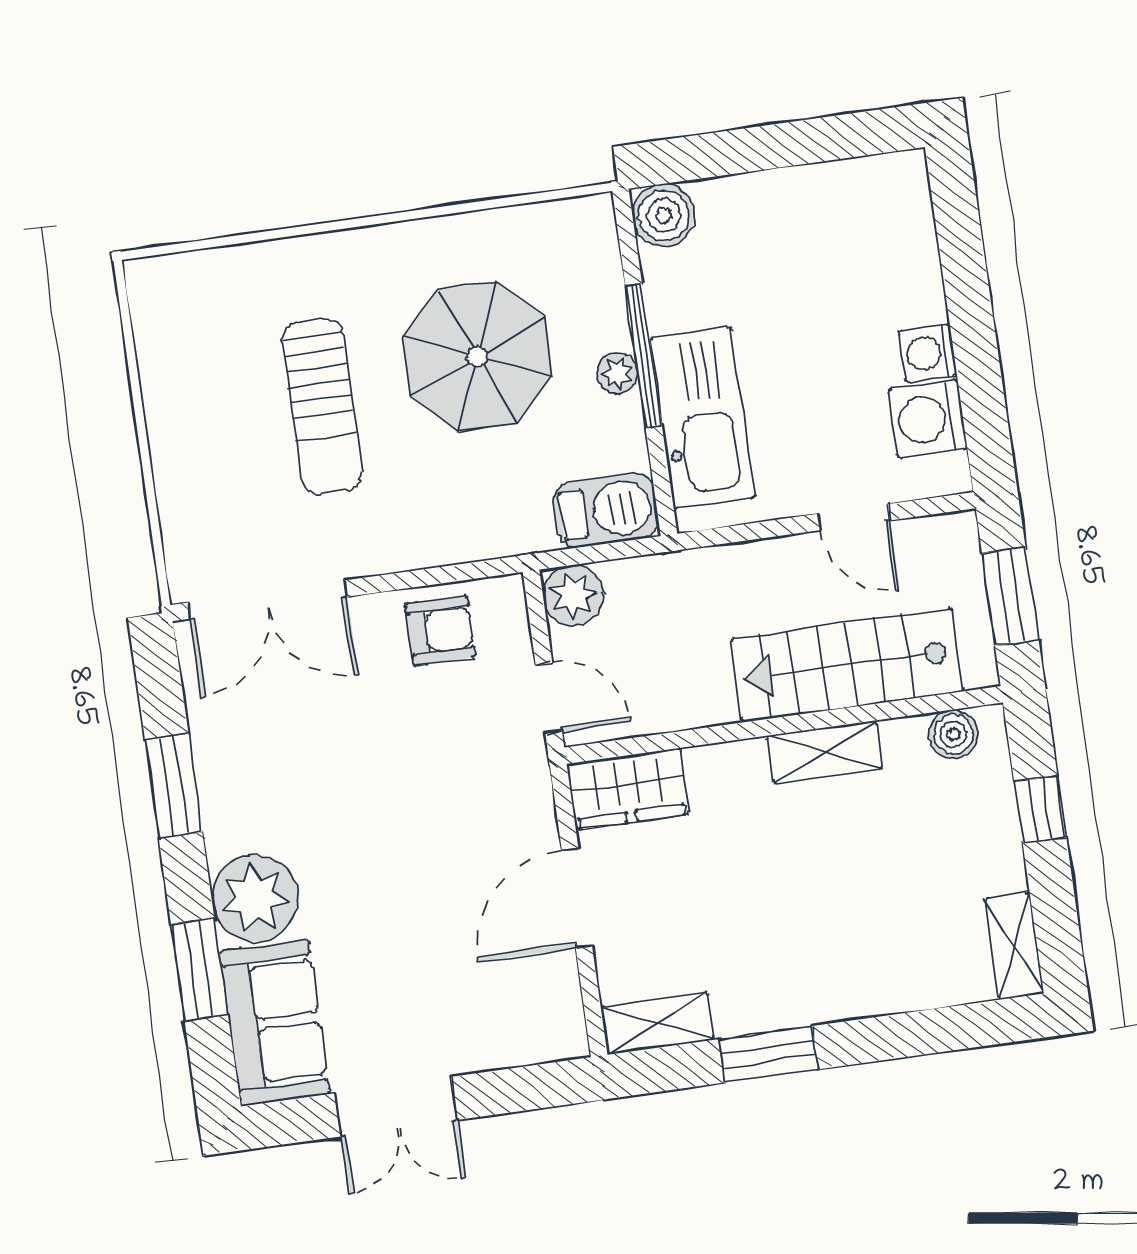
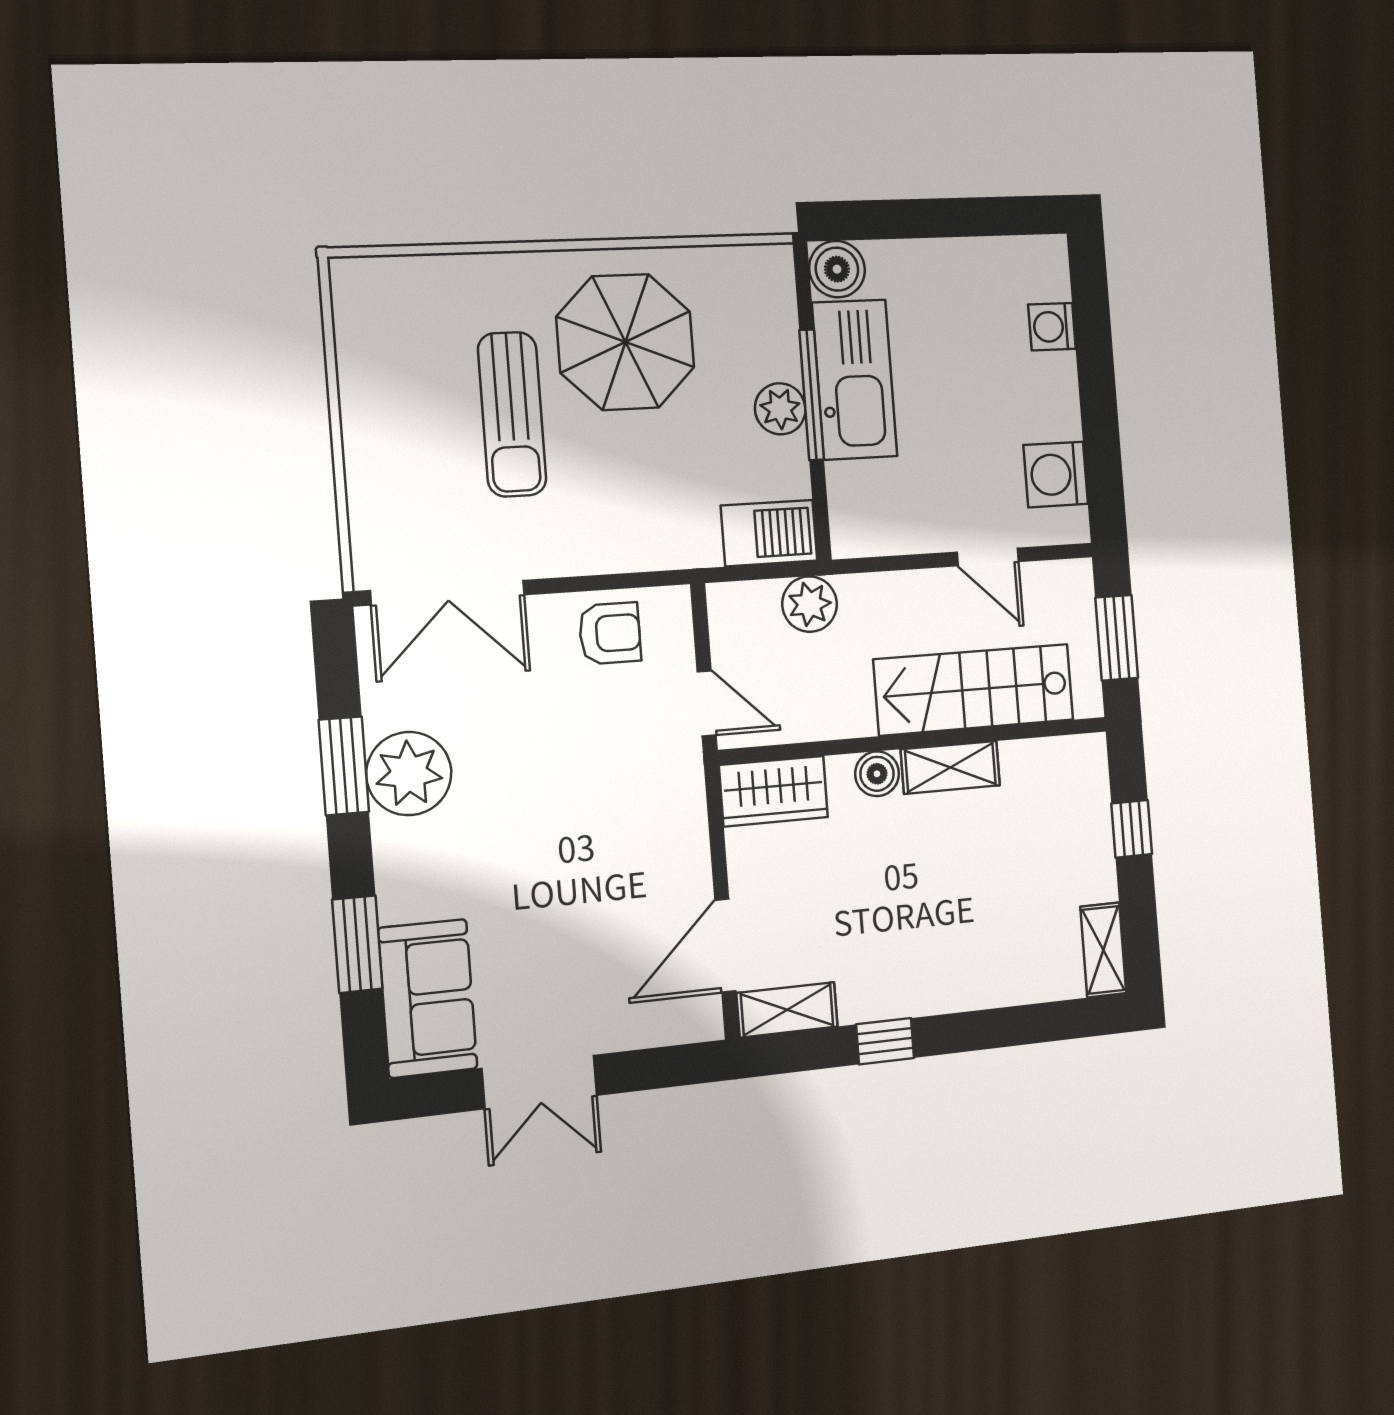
washing machine: (928, 353) -> (1052, 327), moved
parasol: (477, 357) -> (625, 342), moved
plant: (617, 373) -> (780, 409), width x1.38, depth x1.38
kitchen sink: (703, 418) -> (855, 380), moved
plant: (573, 595) -> (810, 604), moved
boiler: (954, 734) -> (877, 774), moved
plant: (255, 898) -> (409, 774), moved
door: (577, 898) -> (725, 946), moved
window: (768, 1054) -> (885, 1041), width x0.67

